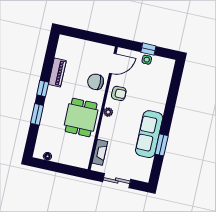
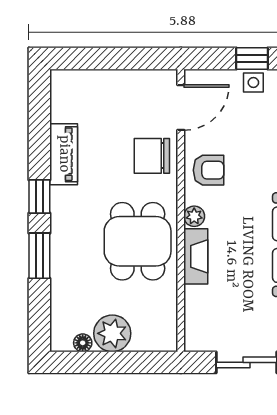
fireplace: (100, 152) -> (196, 256), moved
plant: (61, 155) -> (112, 333), added

